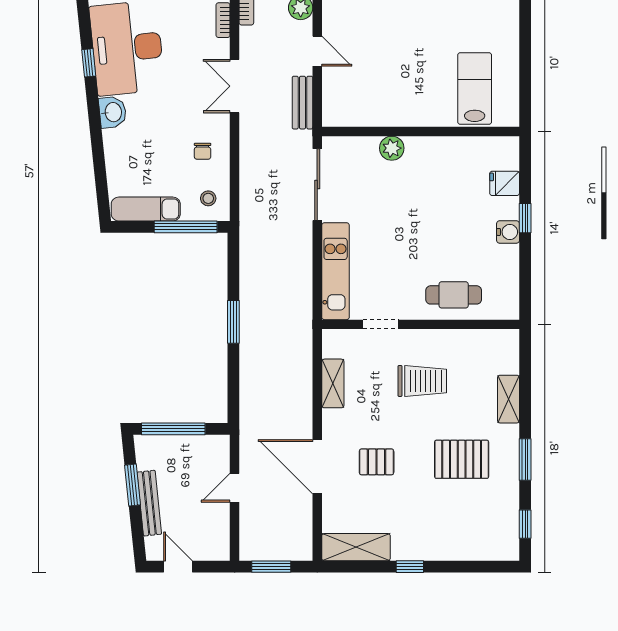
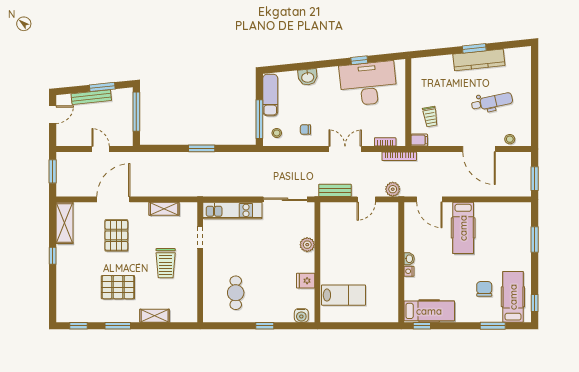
washbasin: (113, 112) -> (308, 77), moved
fridge: (505, 183) -> (306, 281), moved, turned -90
water cooler: (508, 232) -> (301, 315), moved
cafe table: (454, 295) -> (236, 293), moved
pallet: (462, 459) -> (118, 287), turned 90
pallet: (377, 462) -> (116, 235), width x1.50, depth x1.42

